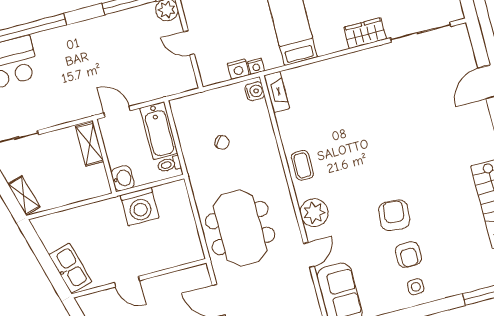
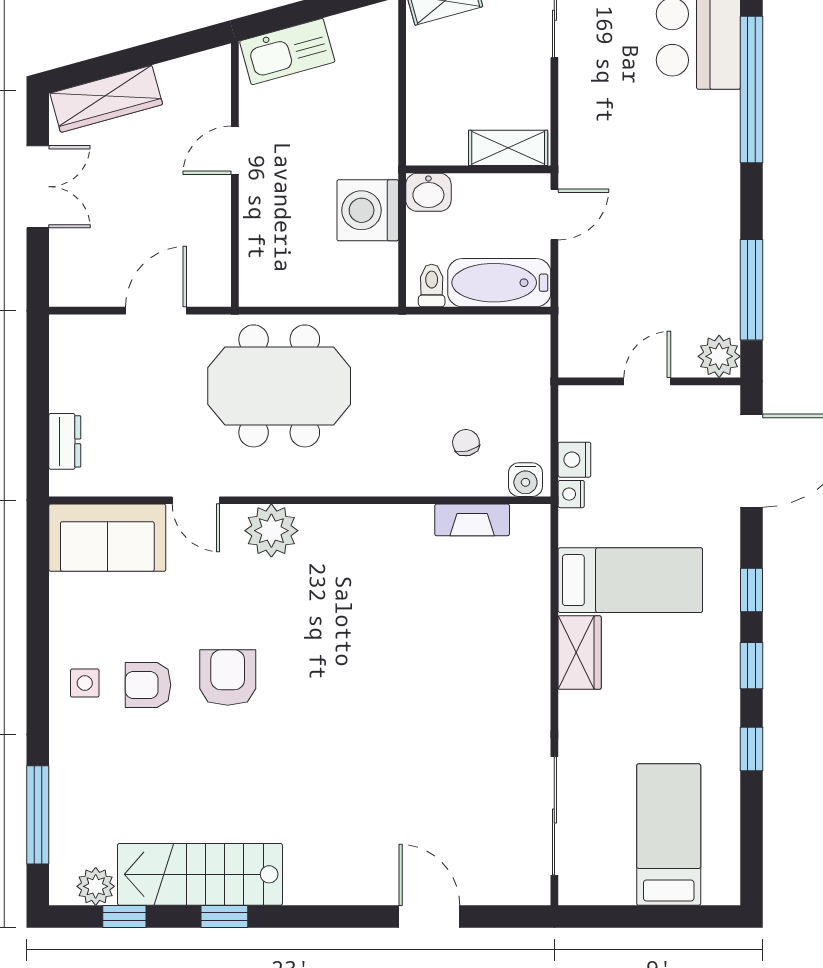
wardrobe: (365, 33) -> (580, 653), moved
fireplace: (277, 92) -> (472, 520), moved
chair: (222, 142) -> (466, 443), moved, turned 128
coffee table: (302, 165) -> (365, 532), removed
armchair: (394, 215) -> (228, 678), turned -96

